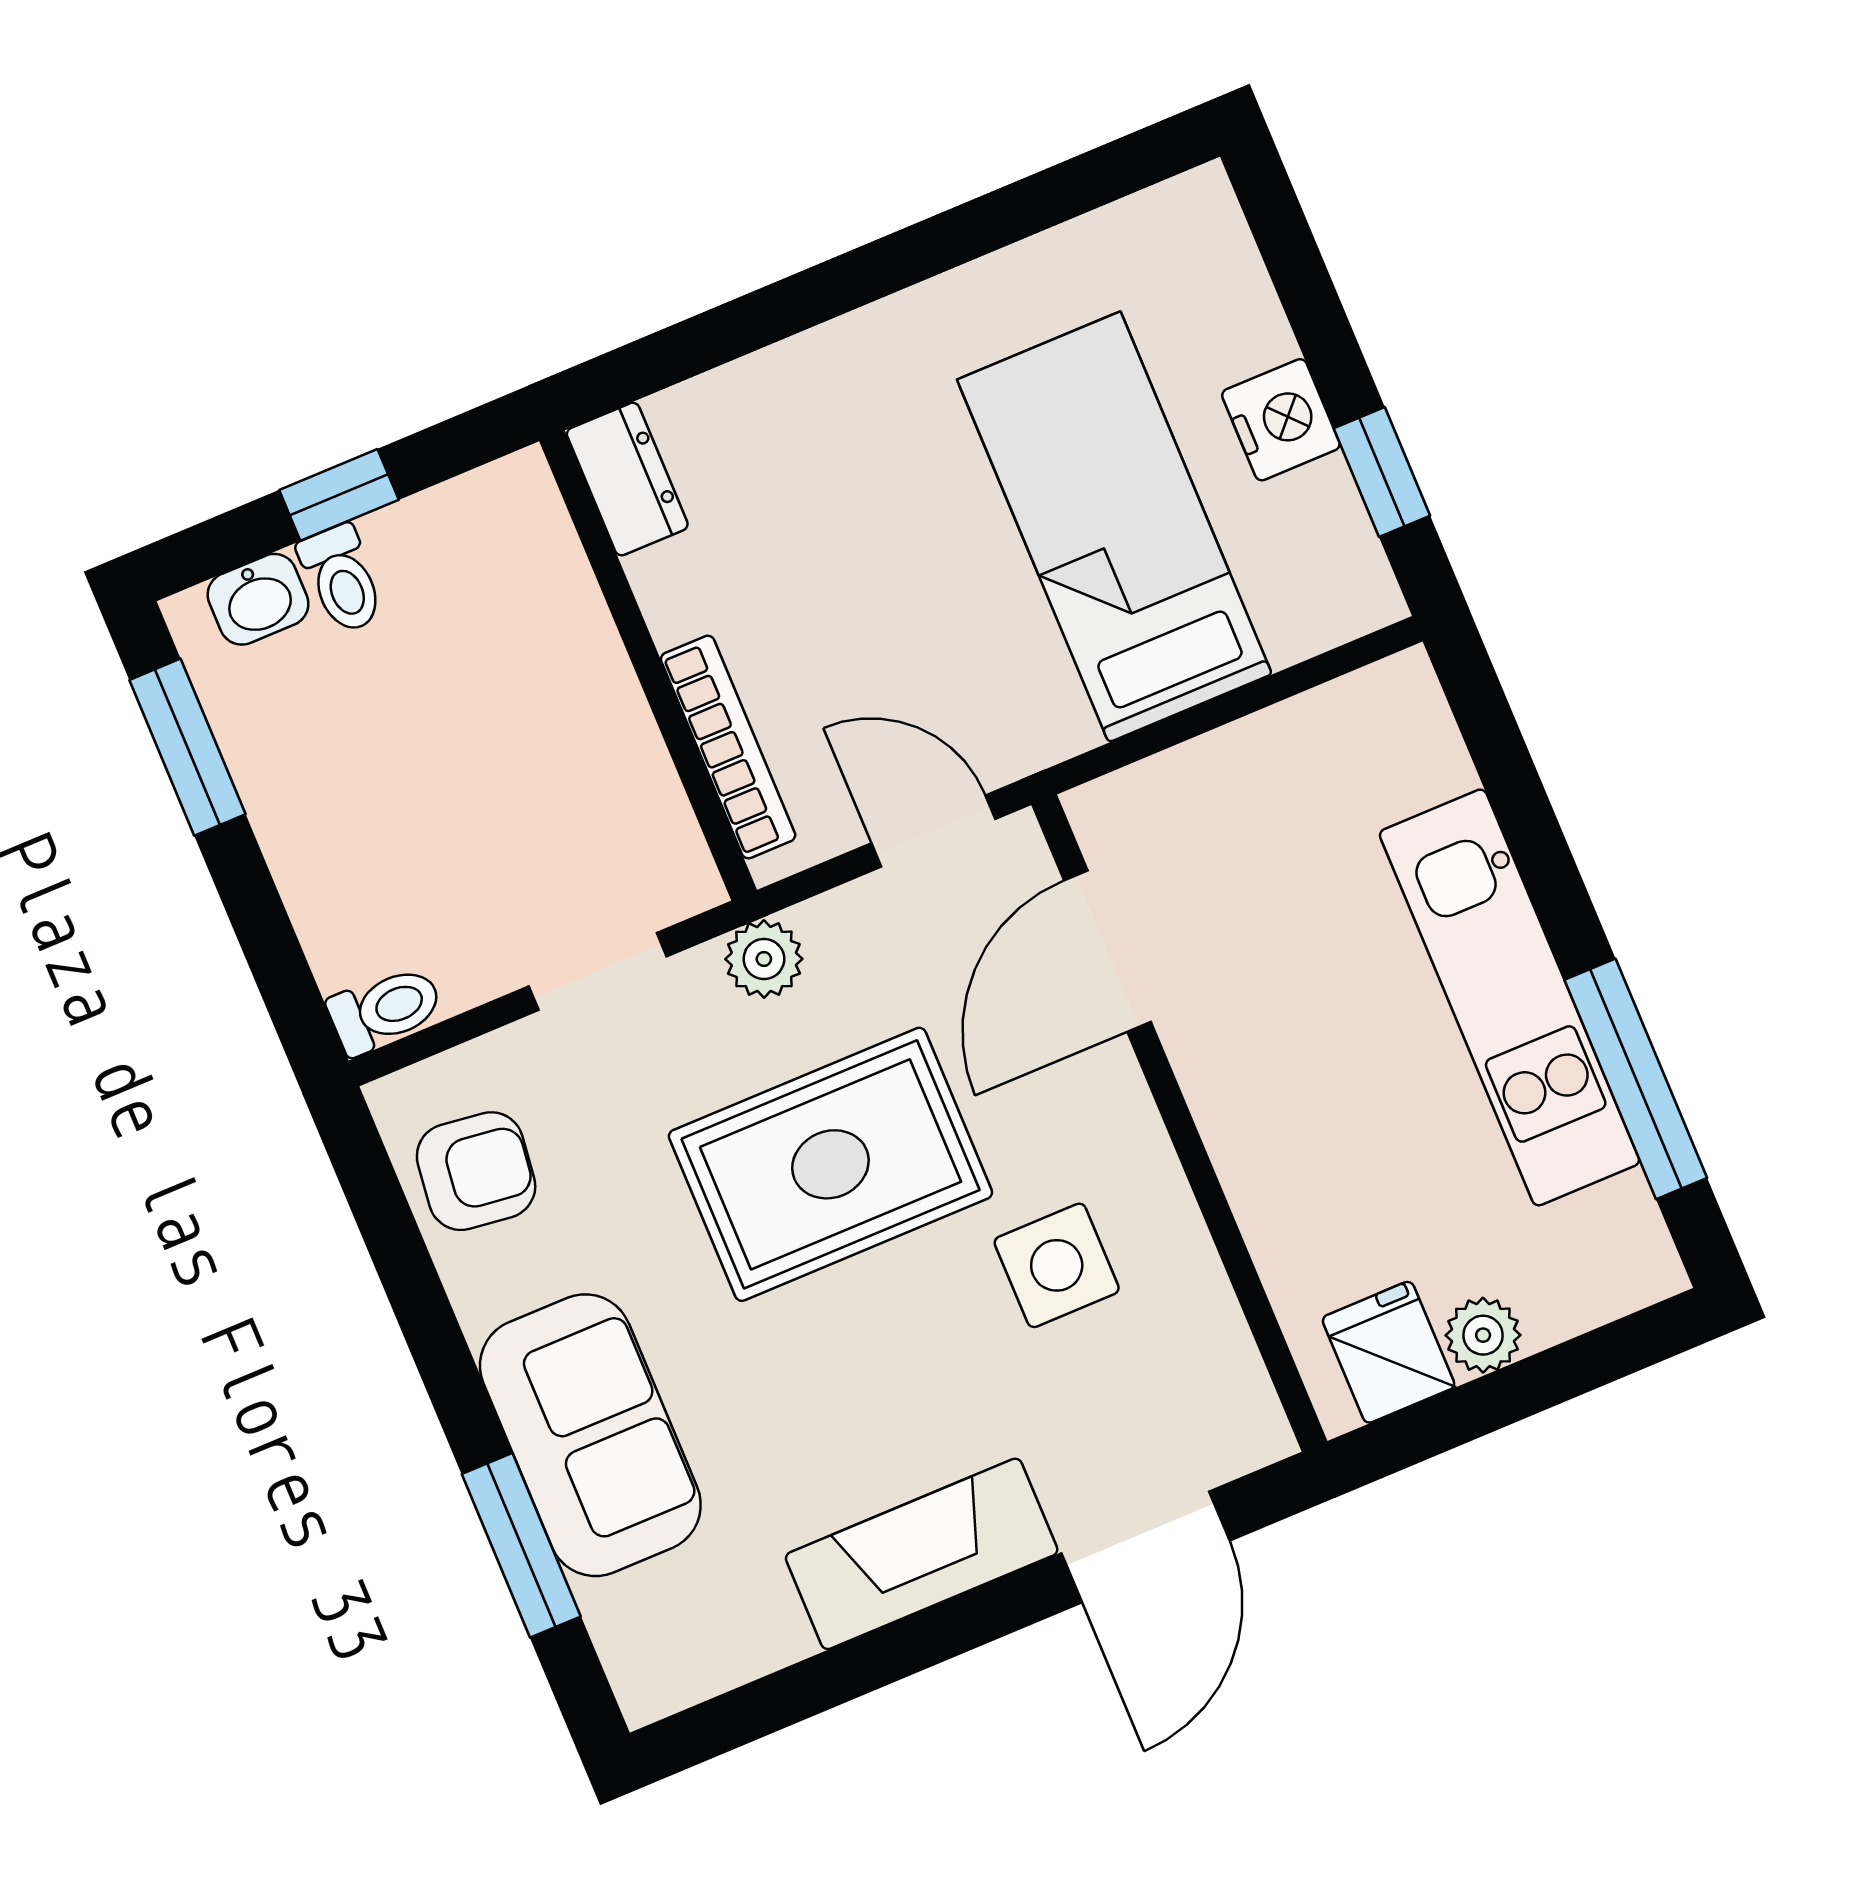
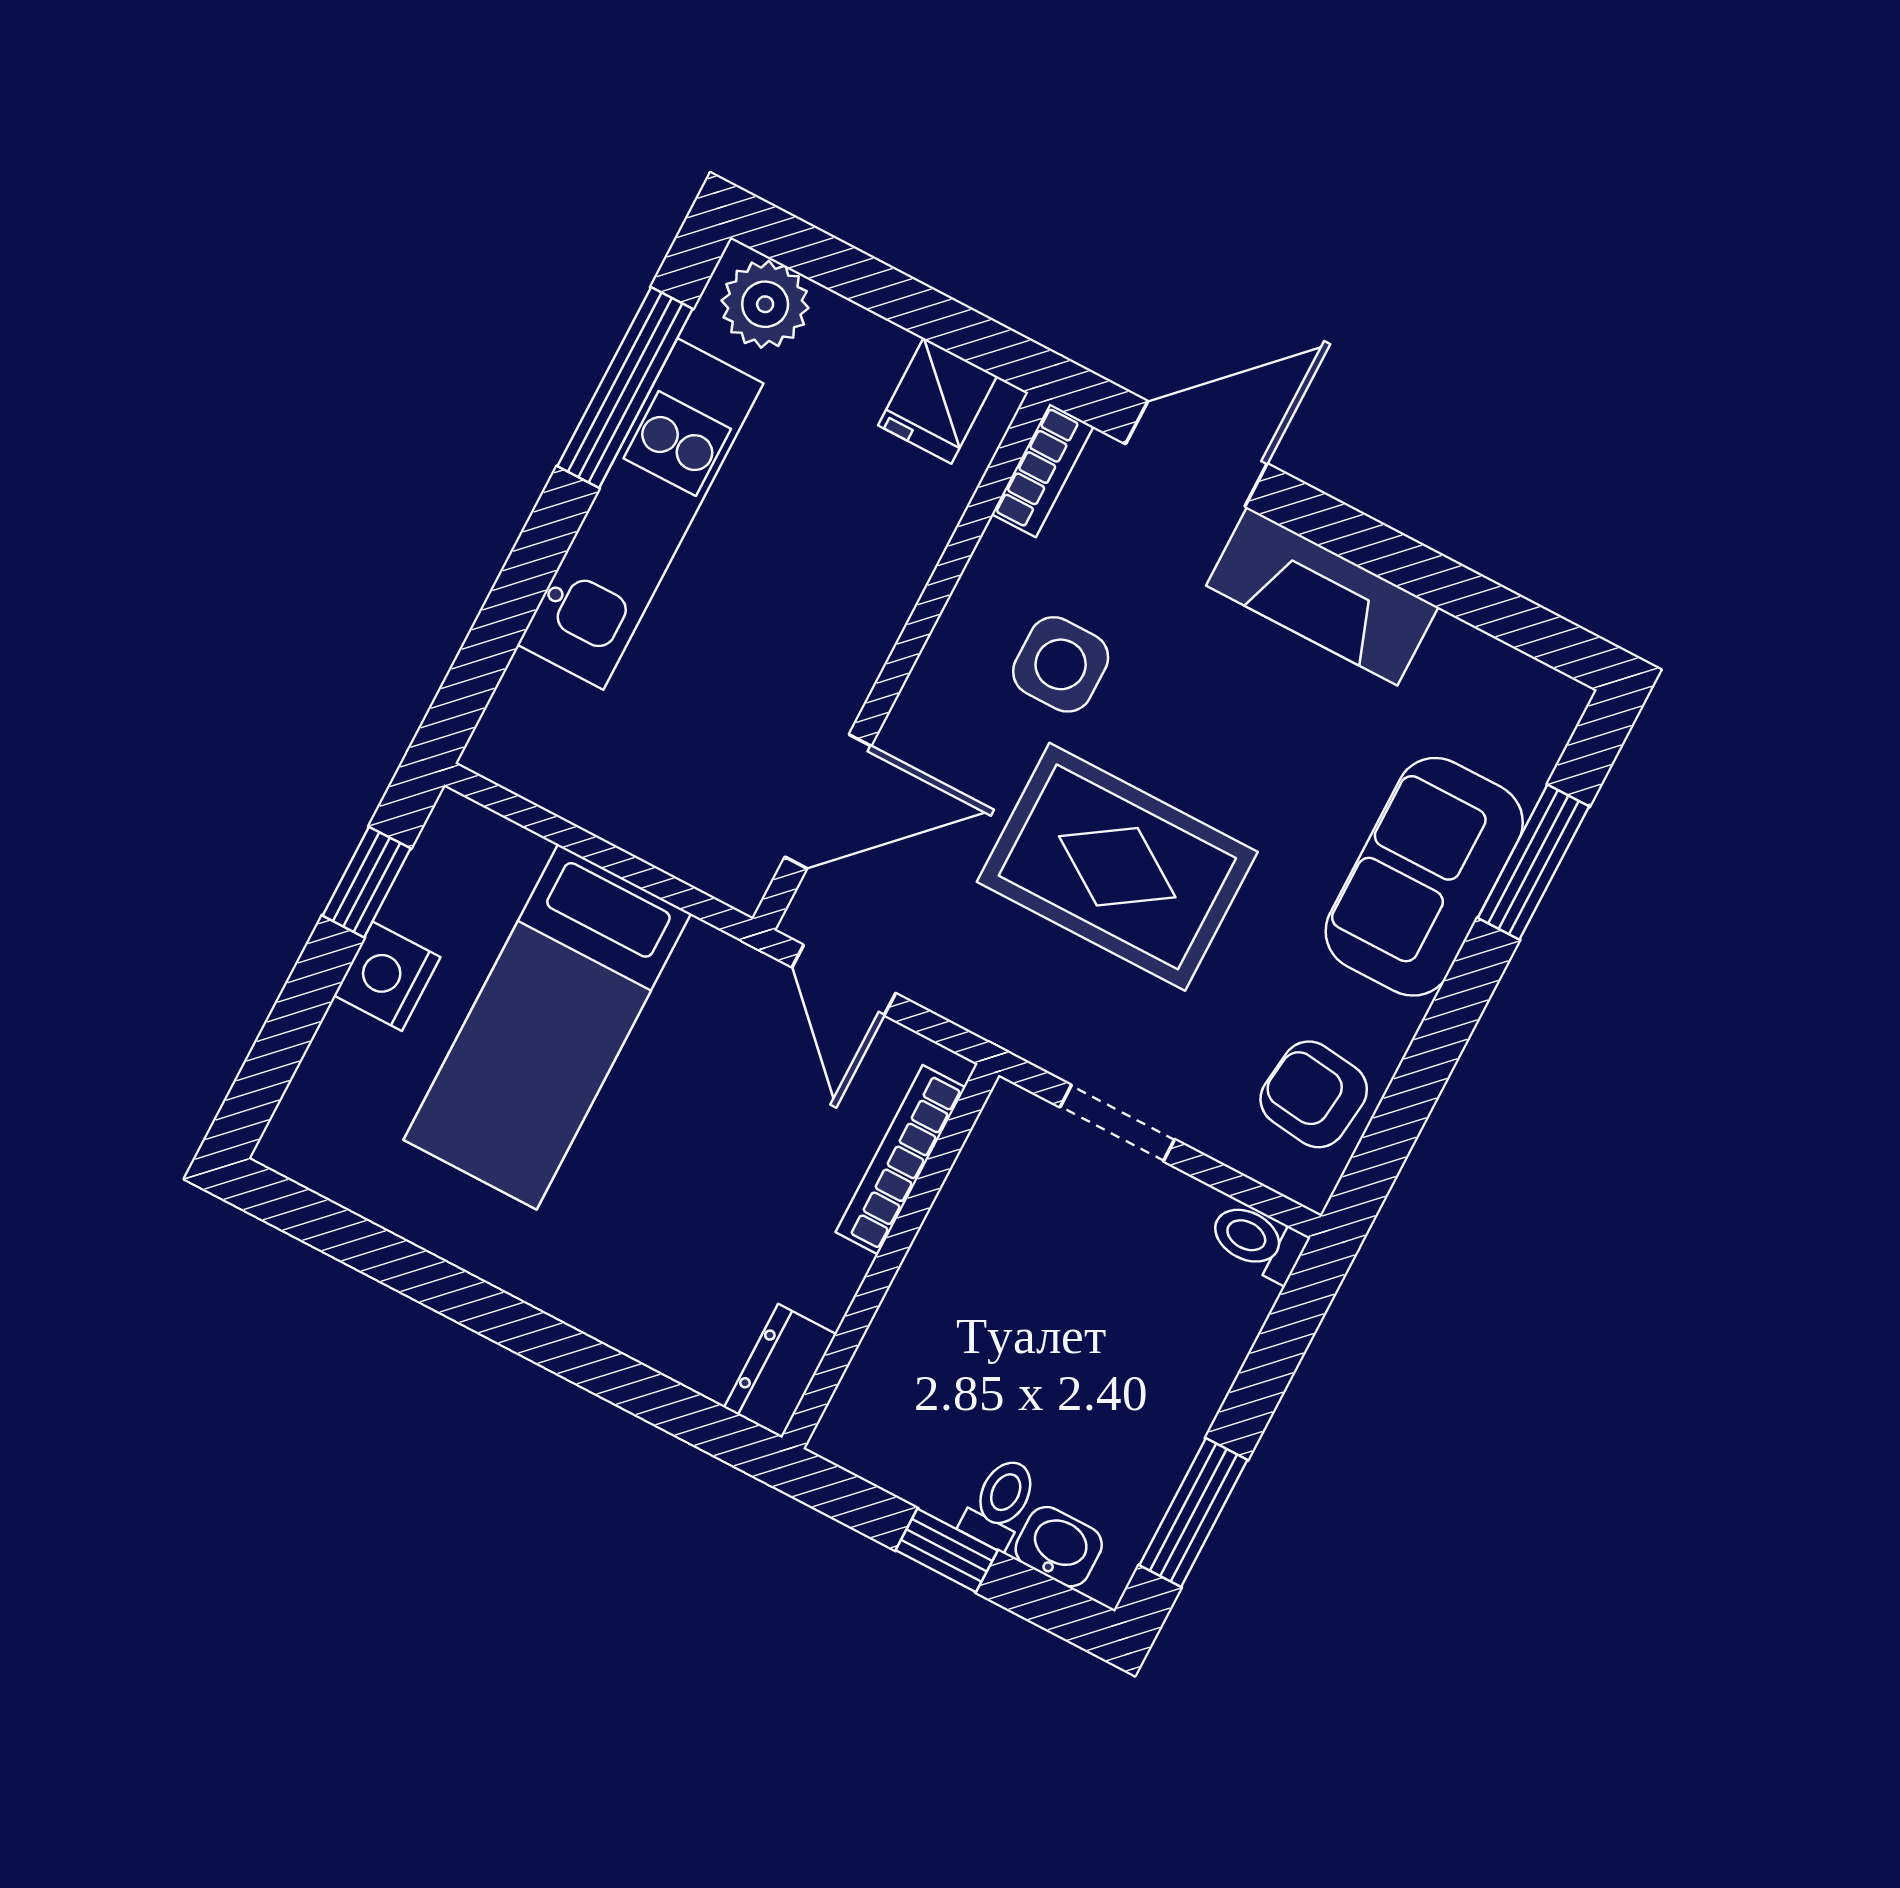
plant: (764, 959) -> (1019, 1021), removed
plant: (1483, 1335) -> (765, 304), moved, width x1.38, depth x1.38
bookcase: (1246, 1395) -> (1043, 470), added

